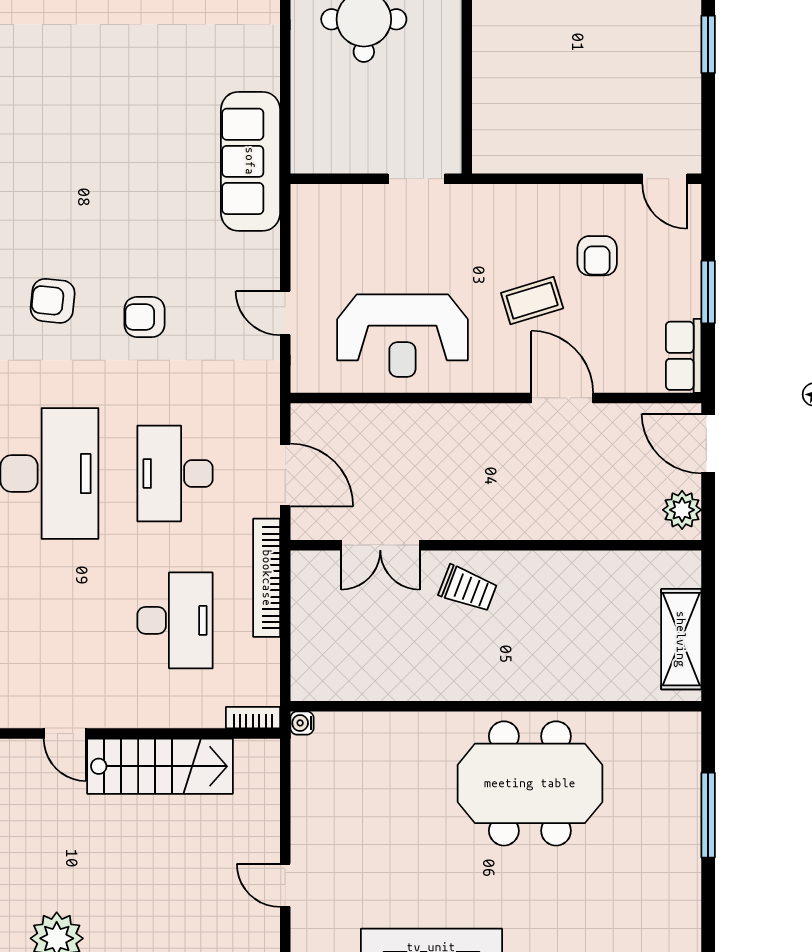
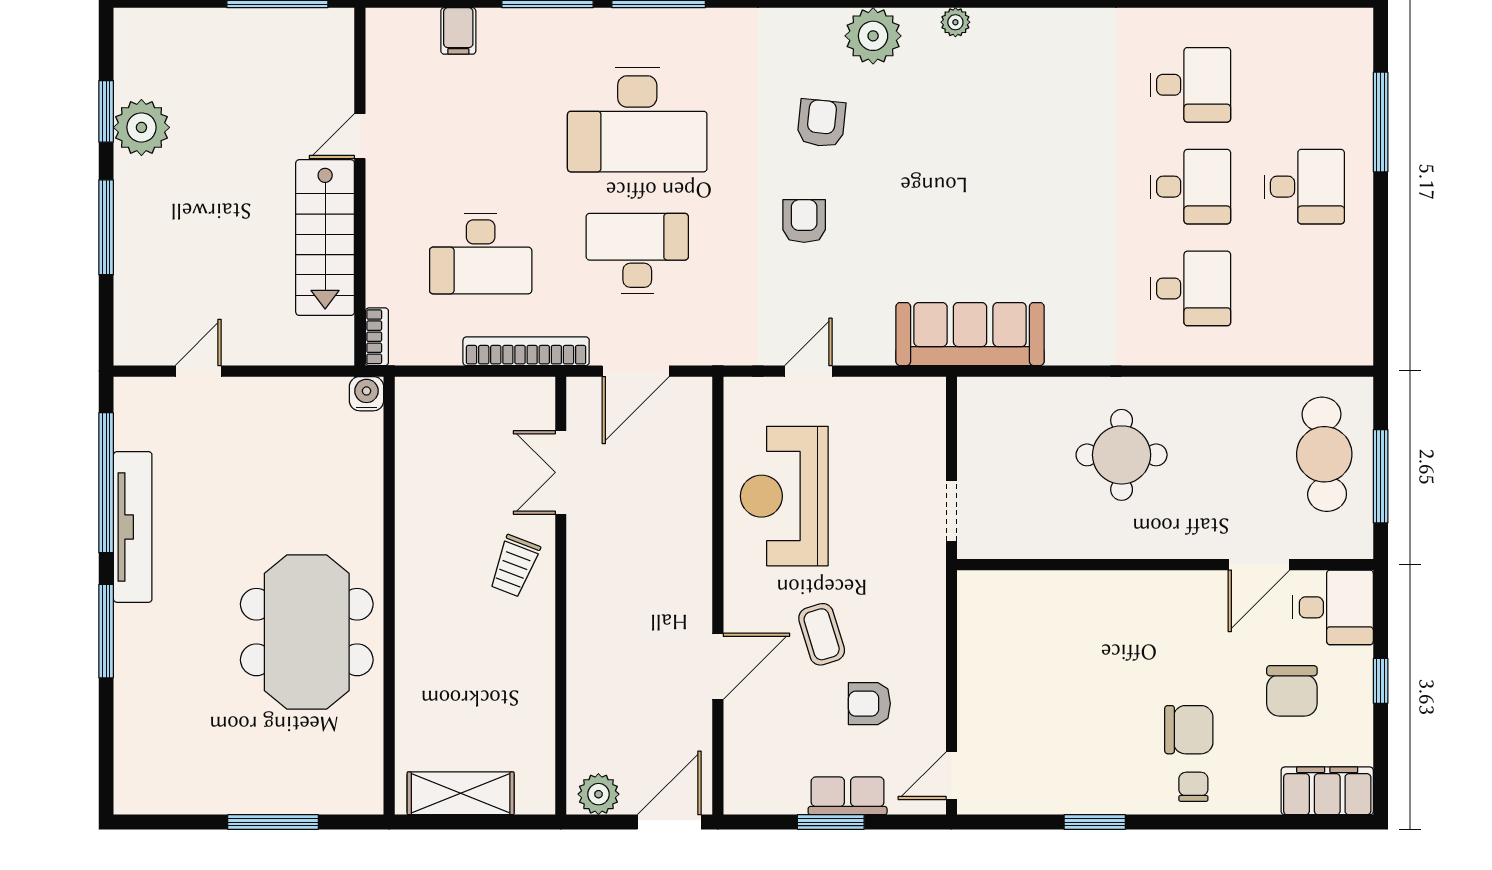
row of seats: (684, 356) -> (848, 796), moved
water cooler: (302, 723) -> (366, 394), width x1.38, depth x1.38

